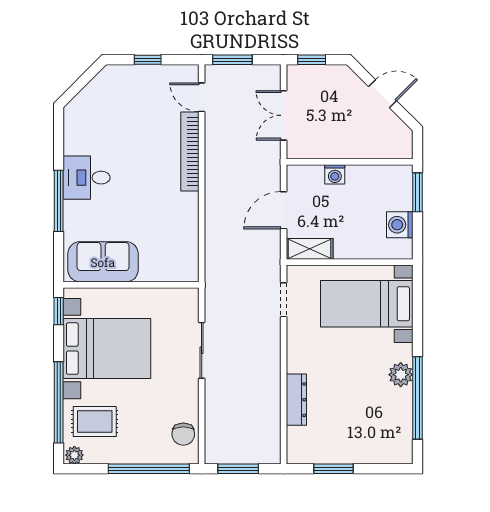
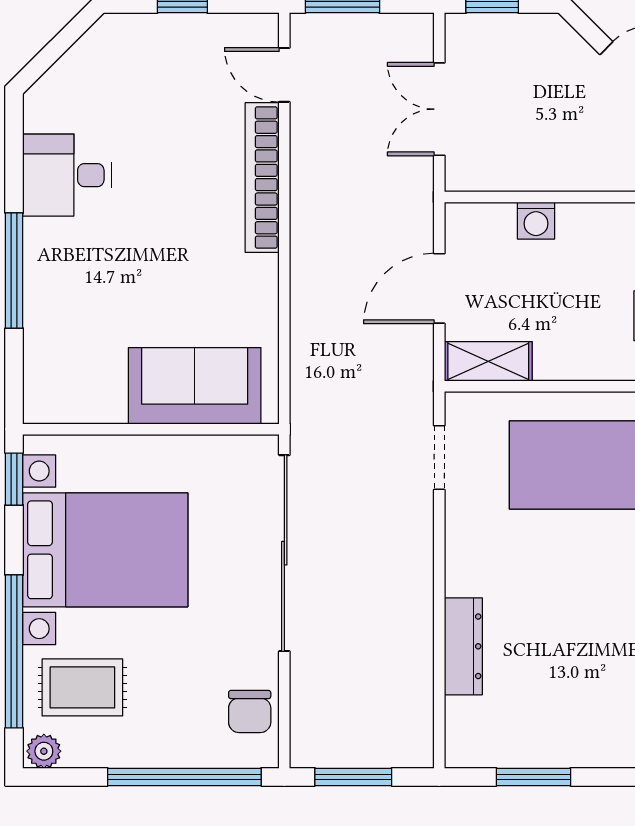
desk: (87, 178) -> (67, 175), moved
sofa: (103, 262) -> (195, 386), moved
sliding door: (202, 350) -> (284, 553), width x1.86

